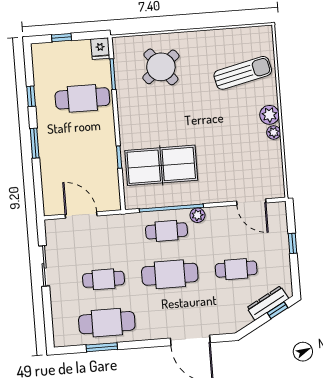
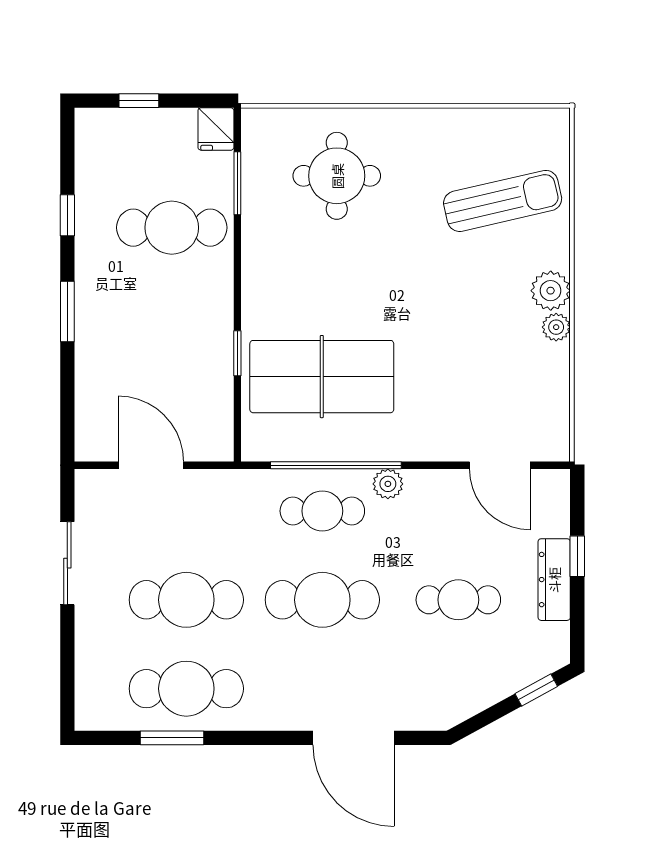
round table: (161, 67) -> (337, 176), turned 38
cafe table: (103, 279) -> (186, 600), width x1.37, depth x1.35
dresser: (268, 303) -> (554, 580), moved, turned -61

